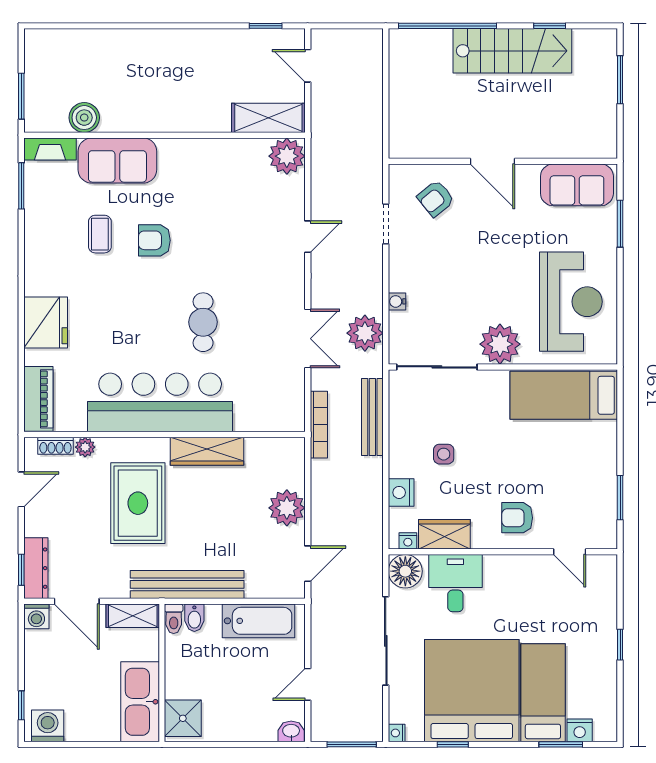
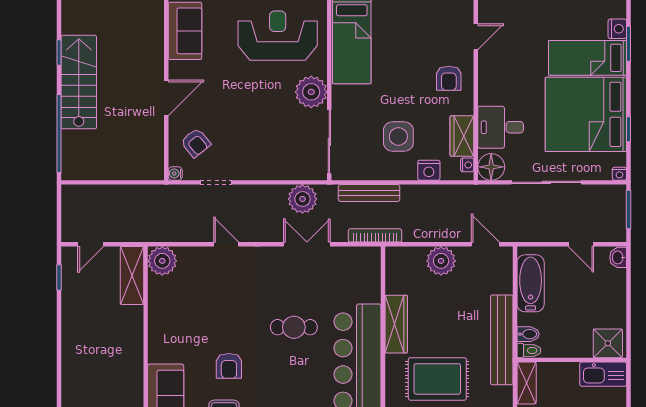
water cooler: (397, 301) -> (175, 173), moved, turned 90
side table: (444, 454) -> (398, 137), width x1.87, depth x1.87
kitchen sink: (140, 702) -> (603, 374), width x0.73, depth x0.81

